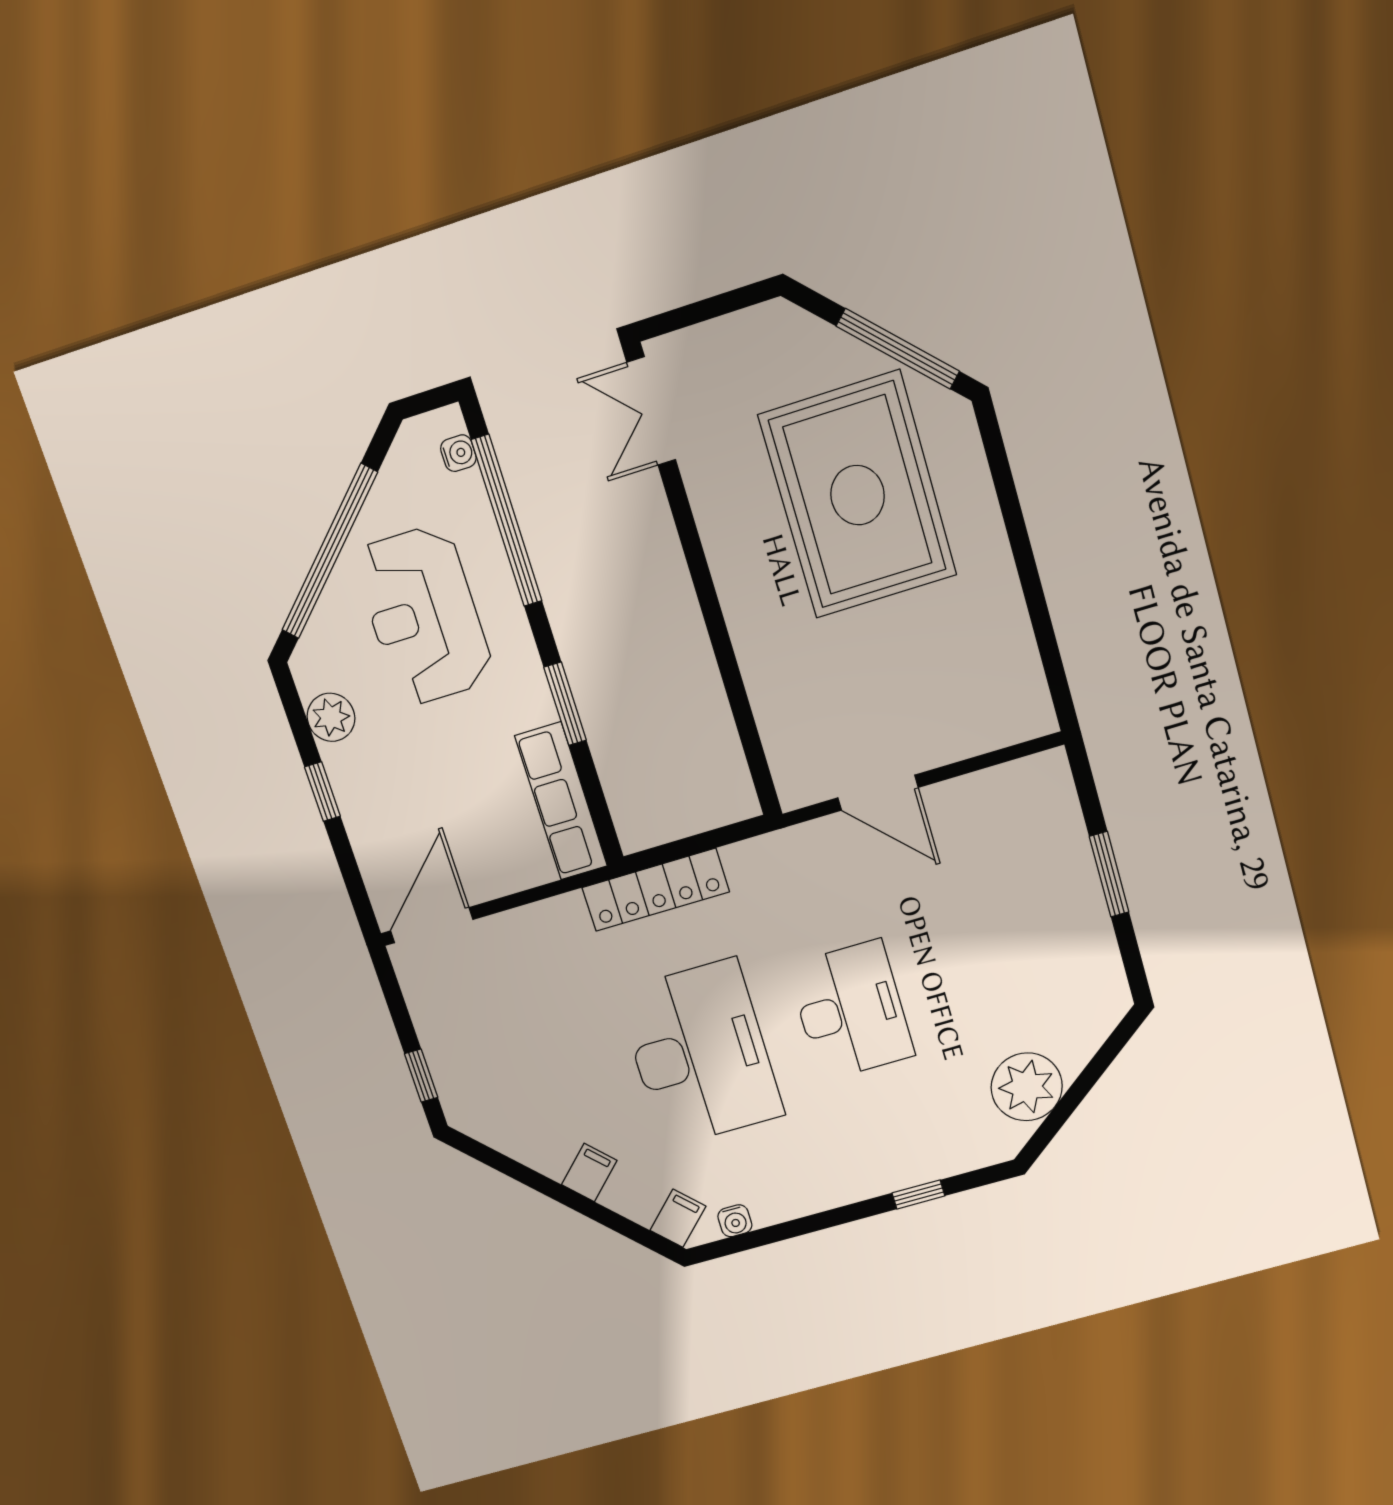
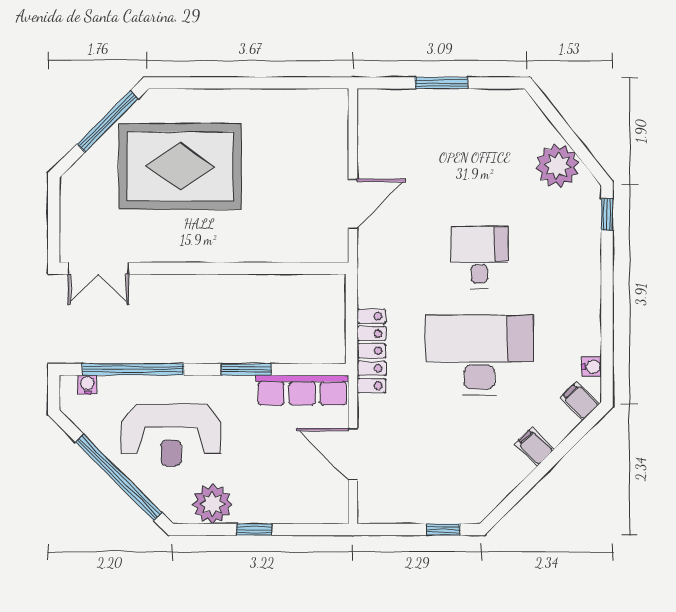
plant: (331, 717) -> (212, 504), width x1.36, depth x1.36
door: (432, 925) -> (353, 454), moved
desk: (851, 1010) -> (479, 257), width x0.73
window: (918, 1194) -> (607, 214), moved

